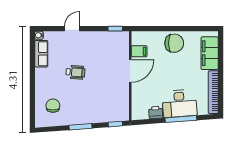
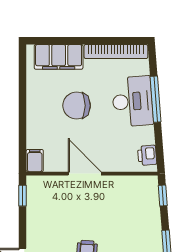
chair: (174, 43) -> (77, 106), moved, turned -90
filing cabinet: (139, 51) -> (35, 161), moved
printer: (156, 112) -> (147, 155), moved

